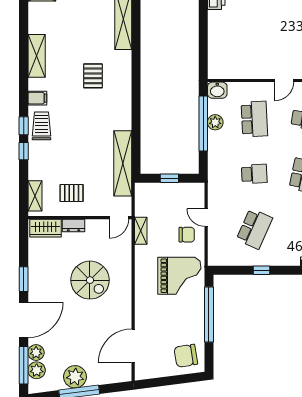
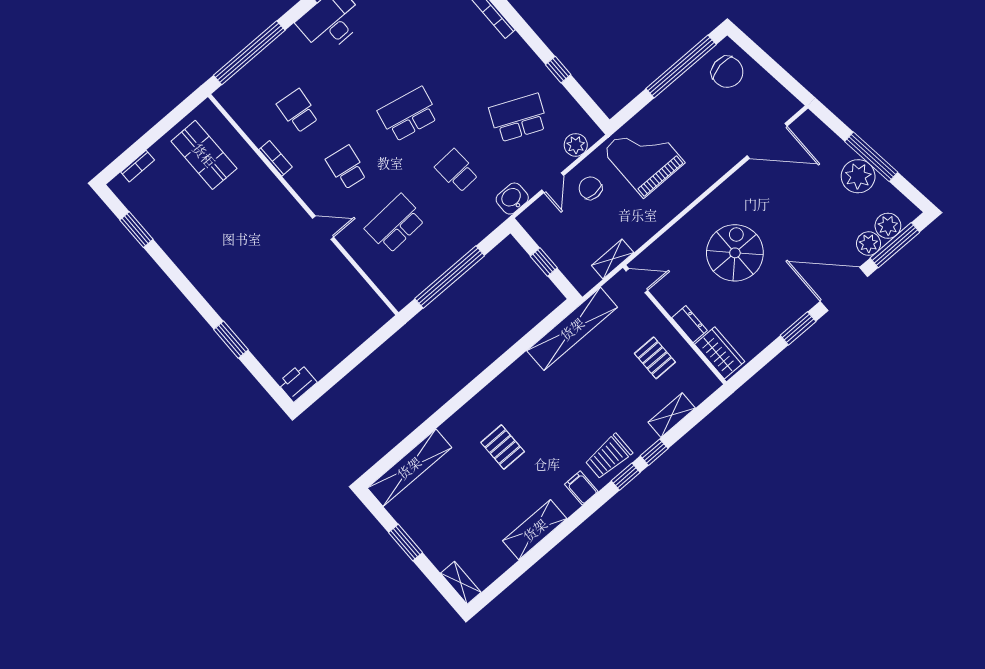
pallet: (93, 76) -> (503, 447), turned 90
washbasin: (217, 90) -> (512, 199), moved, turned -90
plant: (215, 122) -> (576, 145), moved
shelving: (35, 196) -> (672, 415), moved
shelving: (141, 231) -> (613, 259), moved
window: (209, 315) -> (681, 67), moved

